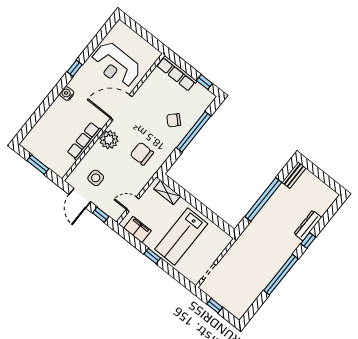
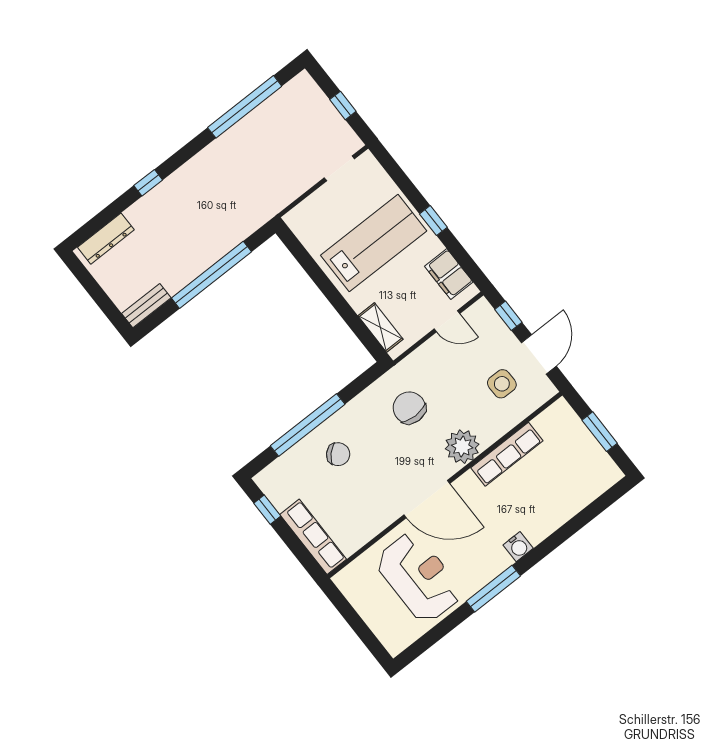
window: (75, 68) -> (493, 589), width x2.17
chair: (142, 154) -> (409, 408), turned 180
dresser: (308, 226) -> (106, 239), moved
window: (281, 275) -> (245, 107), moved

